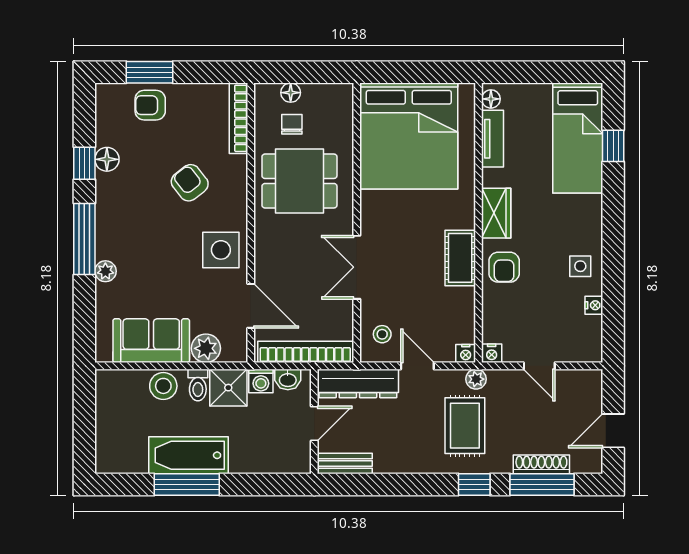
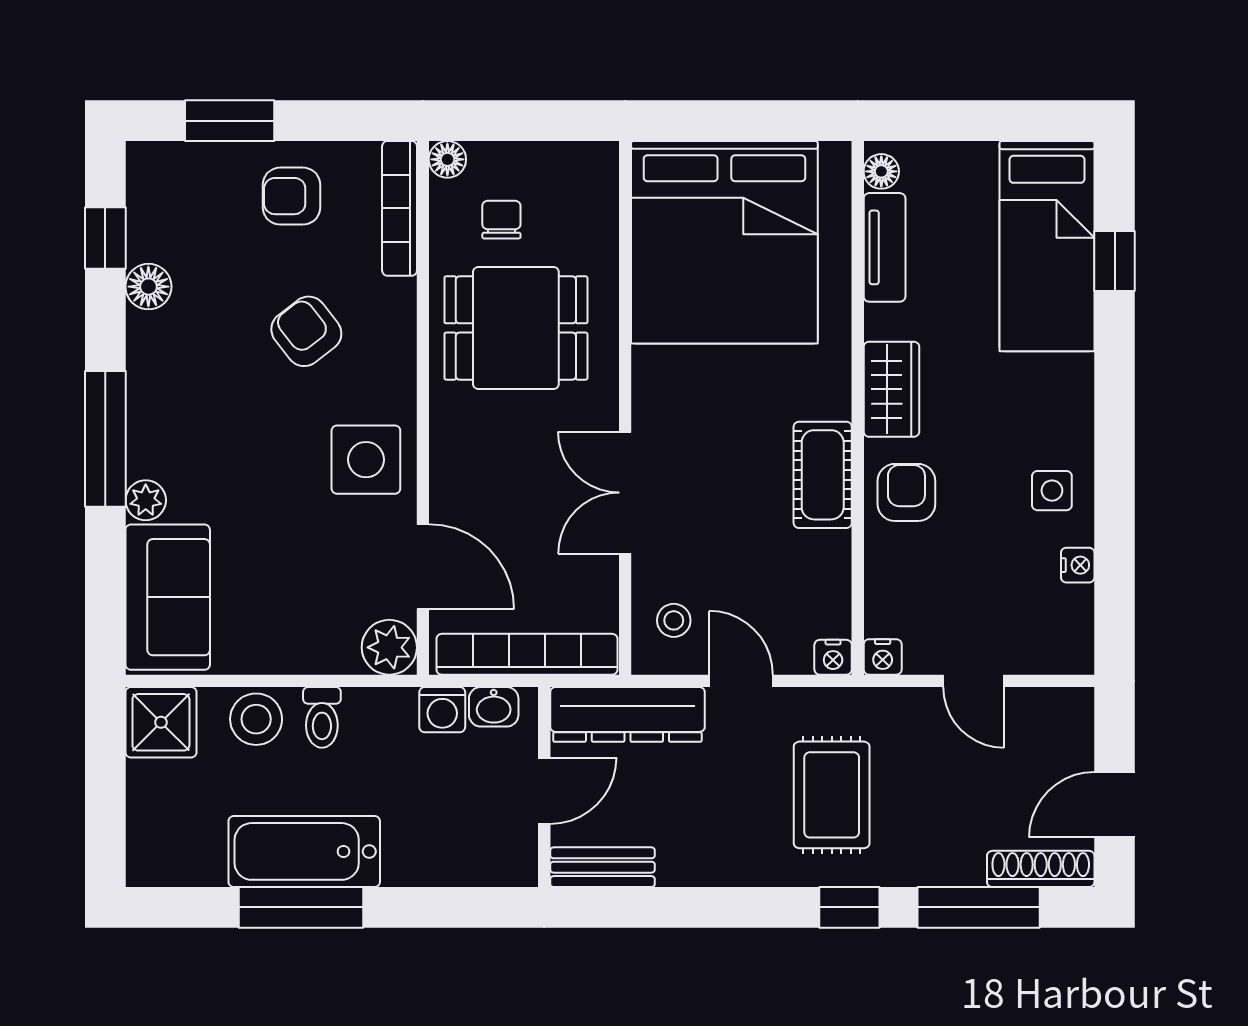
floor lamp: (291, 93) -> (447, 159), moved
armchair: (150, 105) -> (292, 196), moved
window: (84, 163) -> (105, 238), moved
armchair: (504, 267) -> (906, 492), turned 180
sofa: (151, 341) -> (168, 597), moved, turned 90
plant: (206, 348) -> (389, 647), moved
plant: (476, 379) -> (853, 706), removed
shower: (228, 388) -> (161, 722), moved
shoe rack: (541, 464) -> (1041, 869), moved

